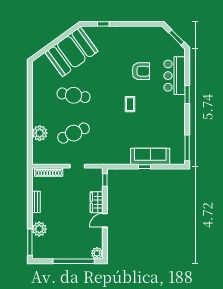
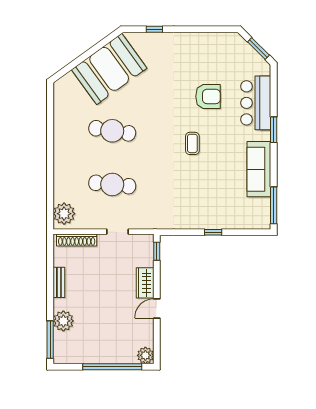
plant: (40, 133) -> (64, 214), moved
cafe table: (74, 133) -> (112, 185), turned 30
sofa: (150, 156) -> (259, 169), moved, turned -90

